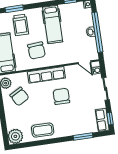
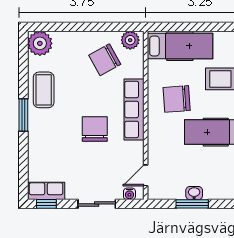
window: (97, 32) -> (192, 204), width x0.47
chair: (61, 96) -> (95, 129), turned -90
window: (83, 137) -> (23, 115), moved

